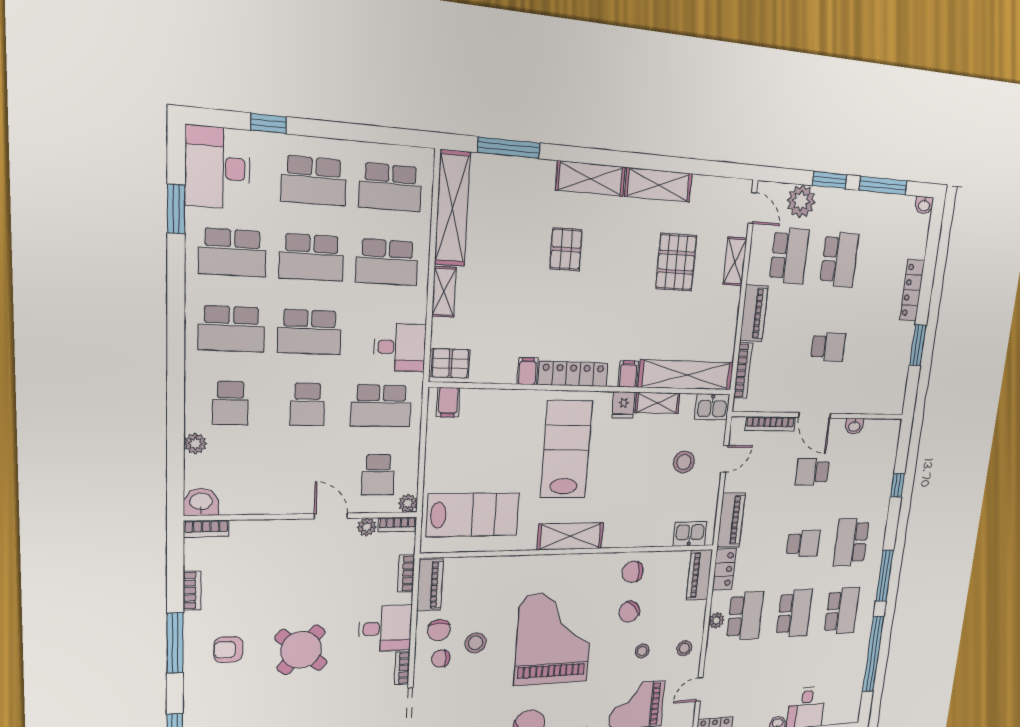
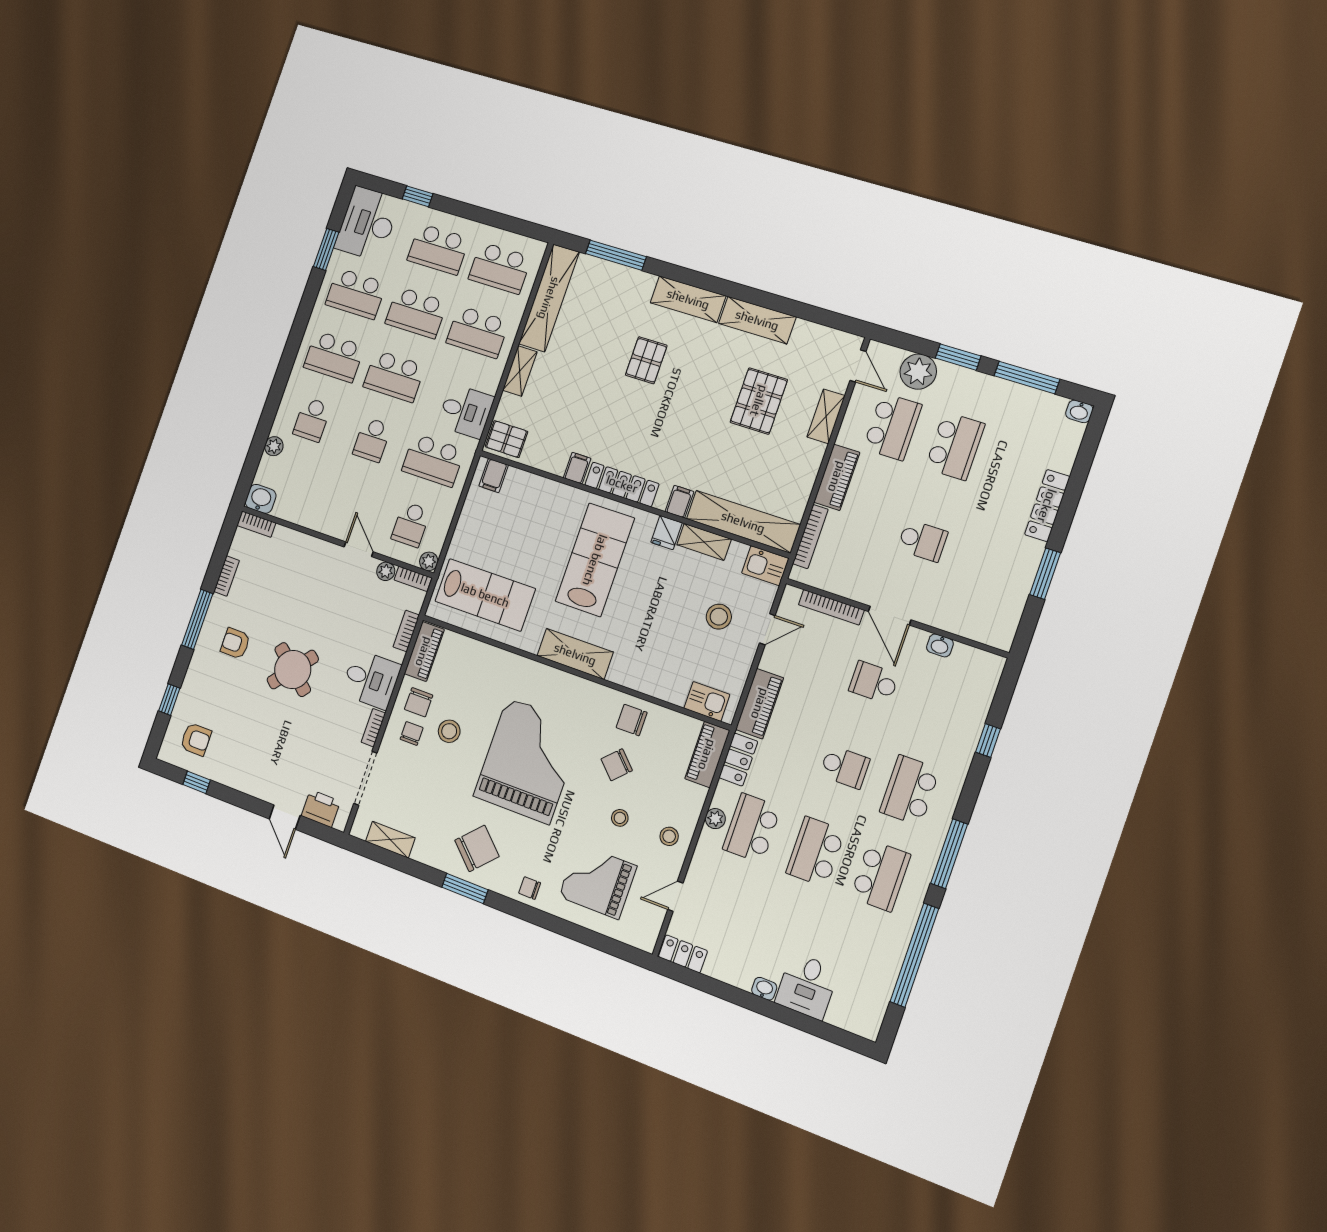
school desk: (794, 613) -> (816, 852), turned 180
school desk: (745, 616) -> (752, 828), turned 180
chair: (441, 659) -> (412, 733), turned 90

